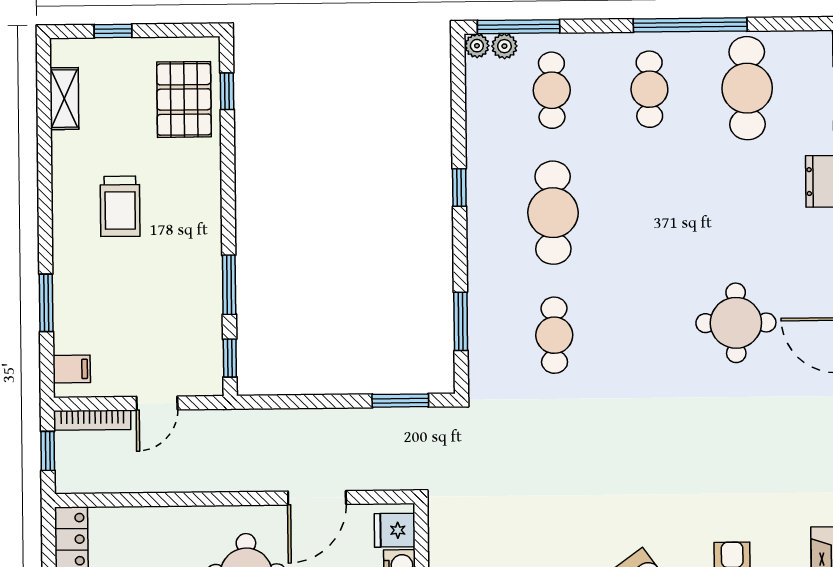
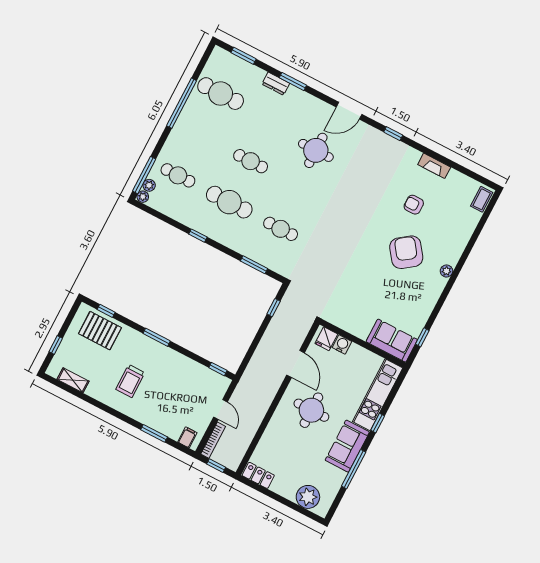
cafe table: (649, 89) -> (251, 161), moved
trolley: (120, 206) -> (130, 381), turned 90
window: (229, 285) -> (157, 337), moved
window: (400, 401) -> (274, 308), width x0.67

